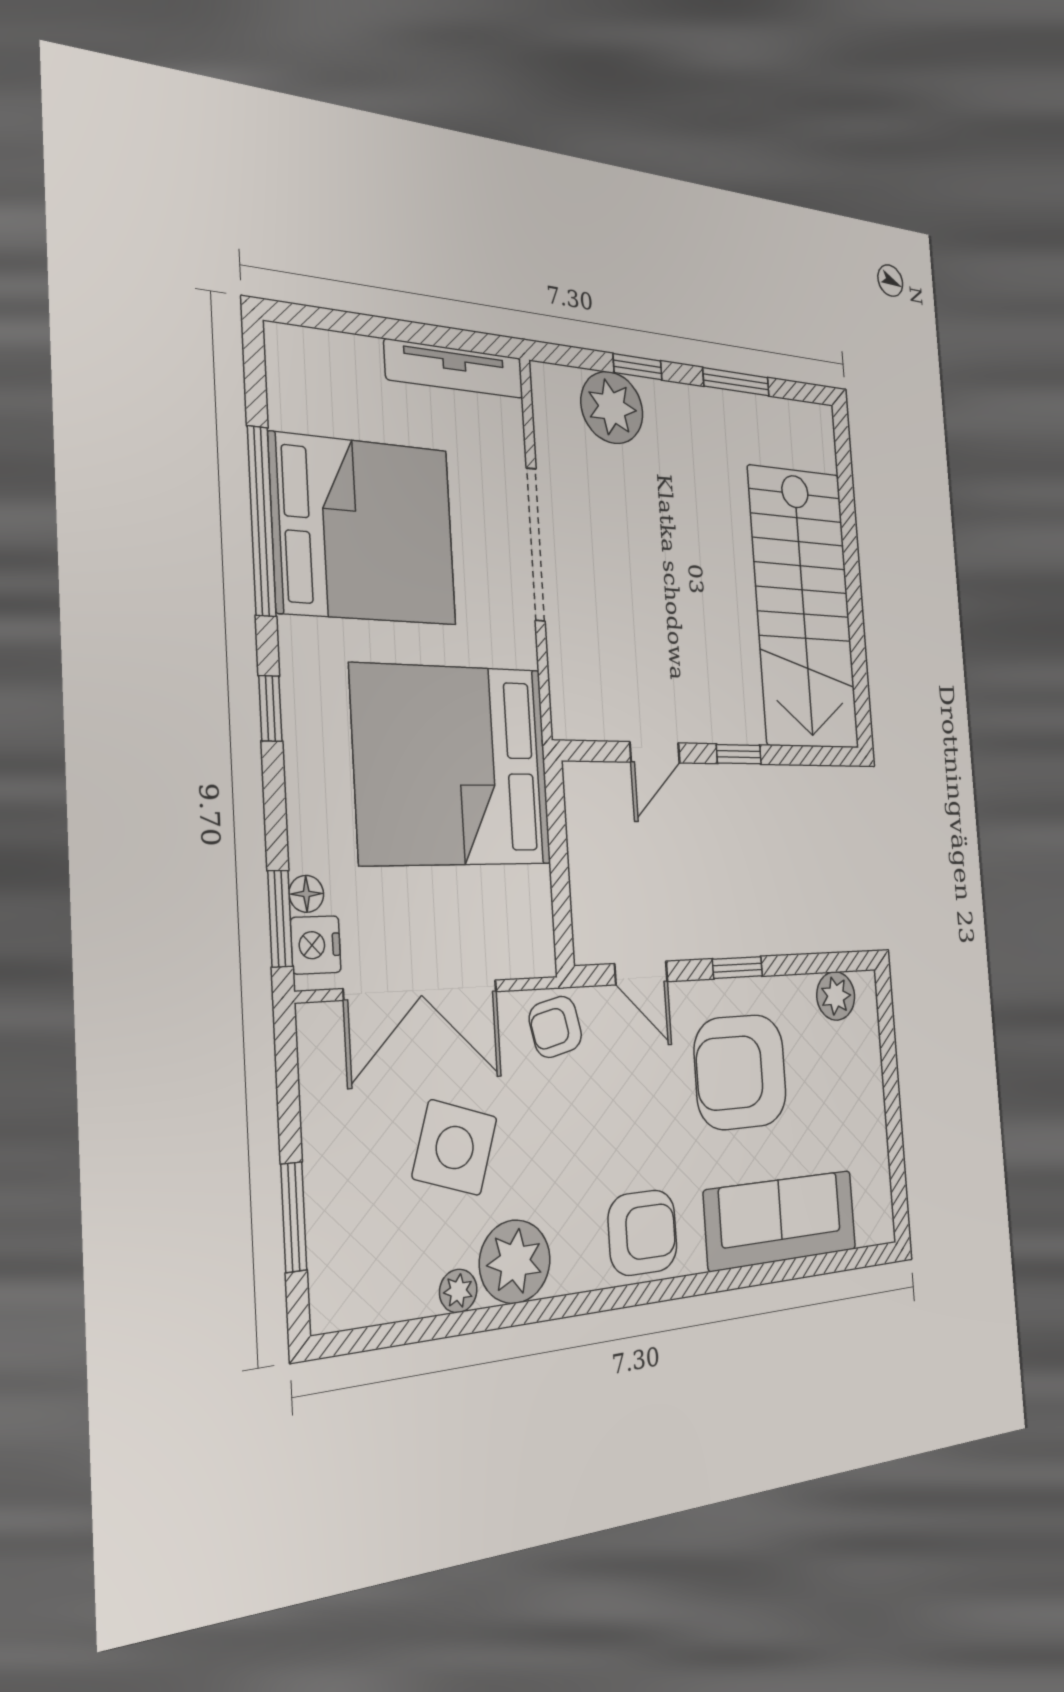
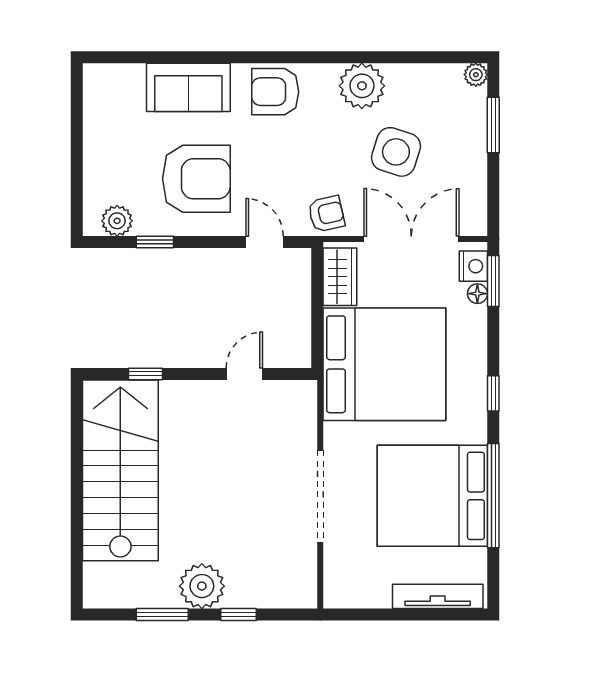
tv unit: (455, 369) -> (438, 596), moved
plant: (612, 408) -> (202, 586), moved
window: (739, 754) -> (145, 374), moved
wardrobe: (529, 918) -> (340, 277), added
window: (737, 968) -> (155, 242), moved
sofa: (781, 1220) -> (188, 87), width x0.73
plant: (458, 1291) -> (476, 75), moved

